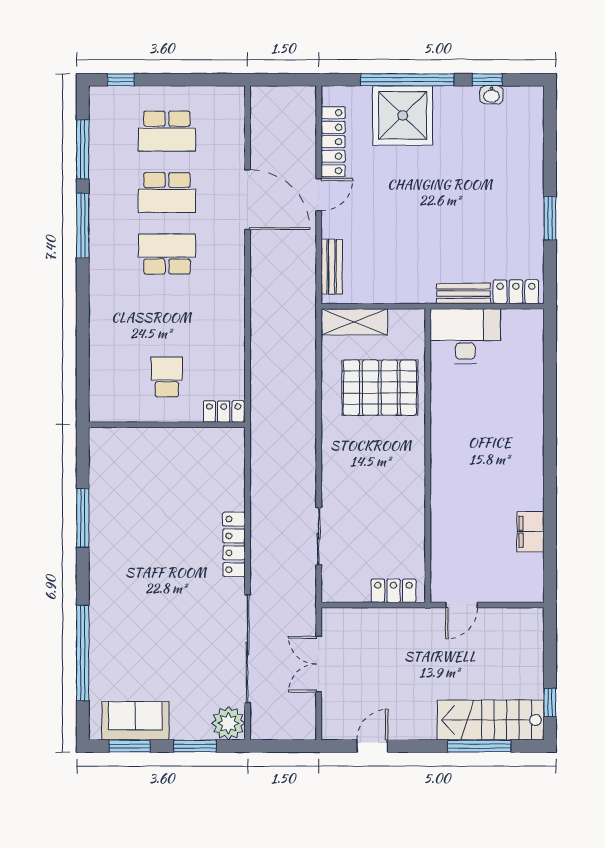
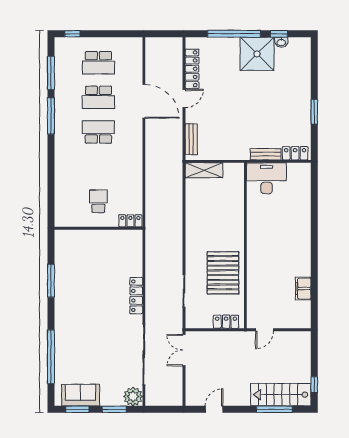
shower: (403, 115) -> (257, 54), moved
pallet: (380, 388) -> (223, 273), moved, turned 90
double door: (319, 664) -> (184, 350), moved

